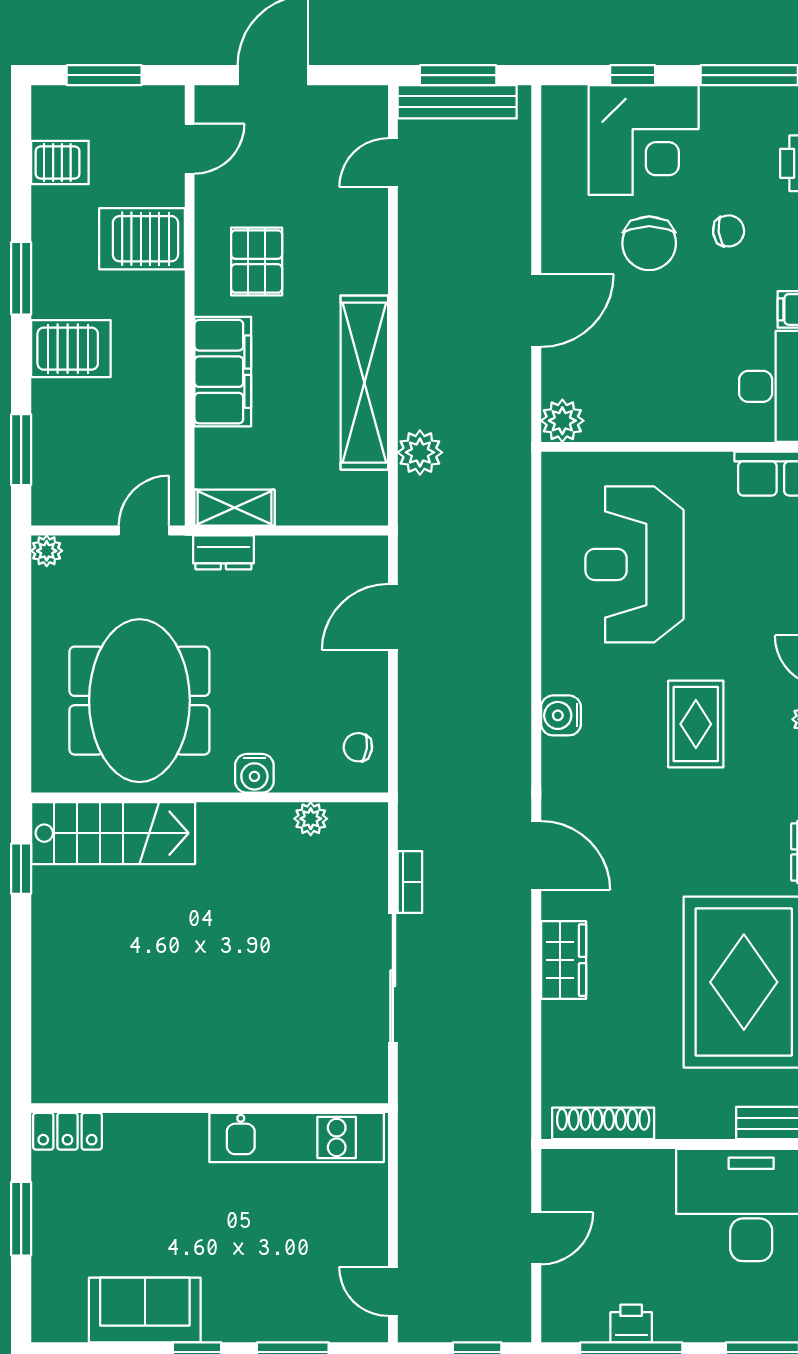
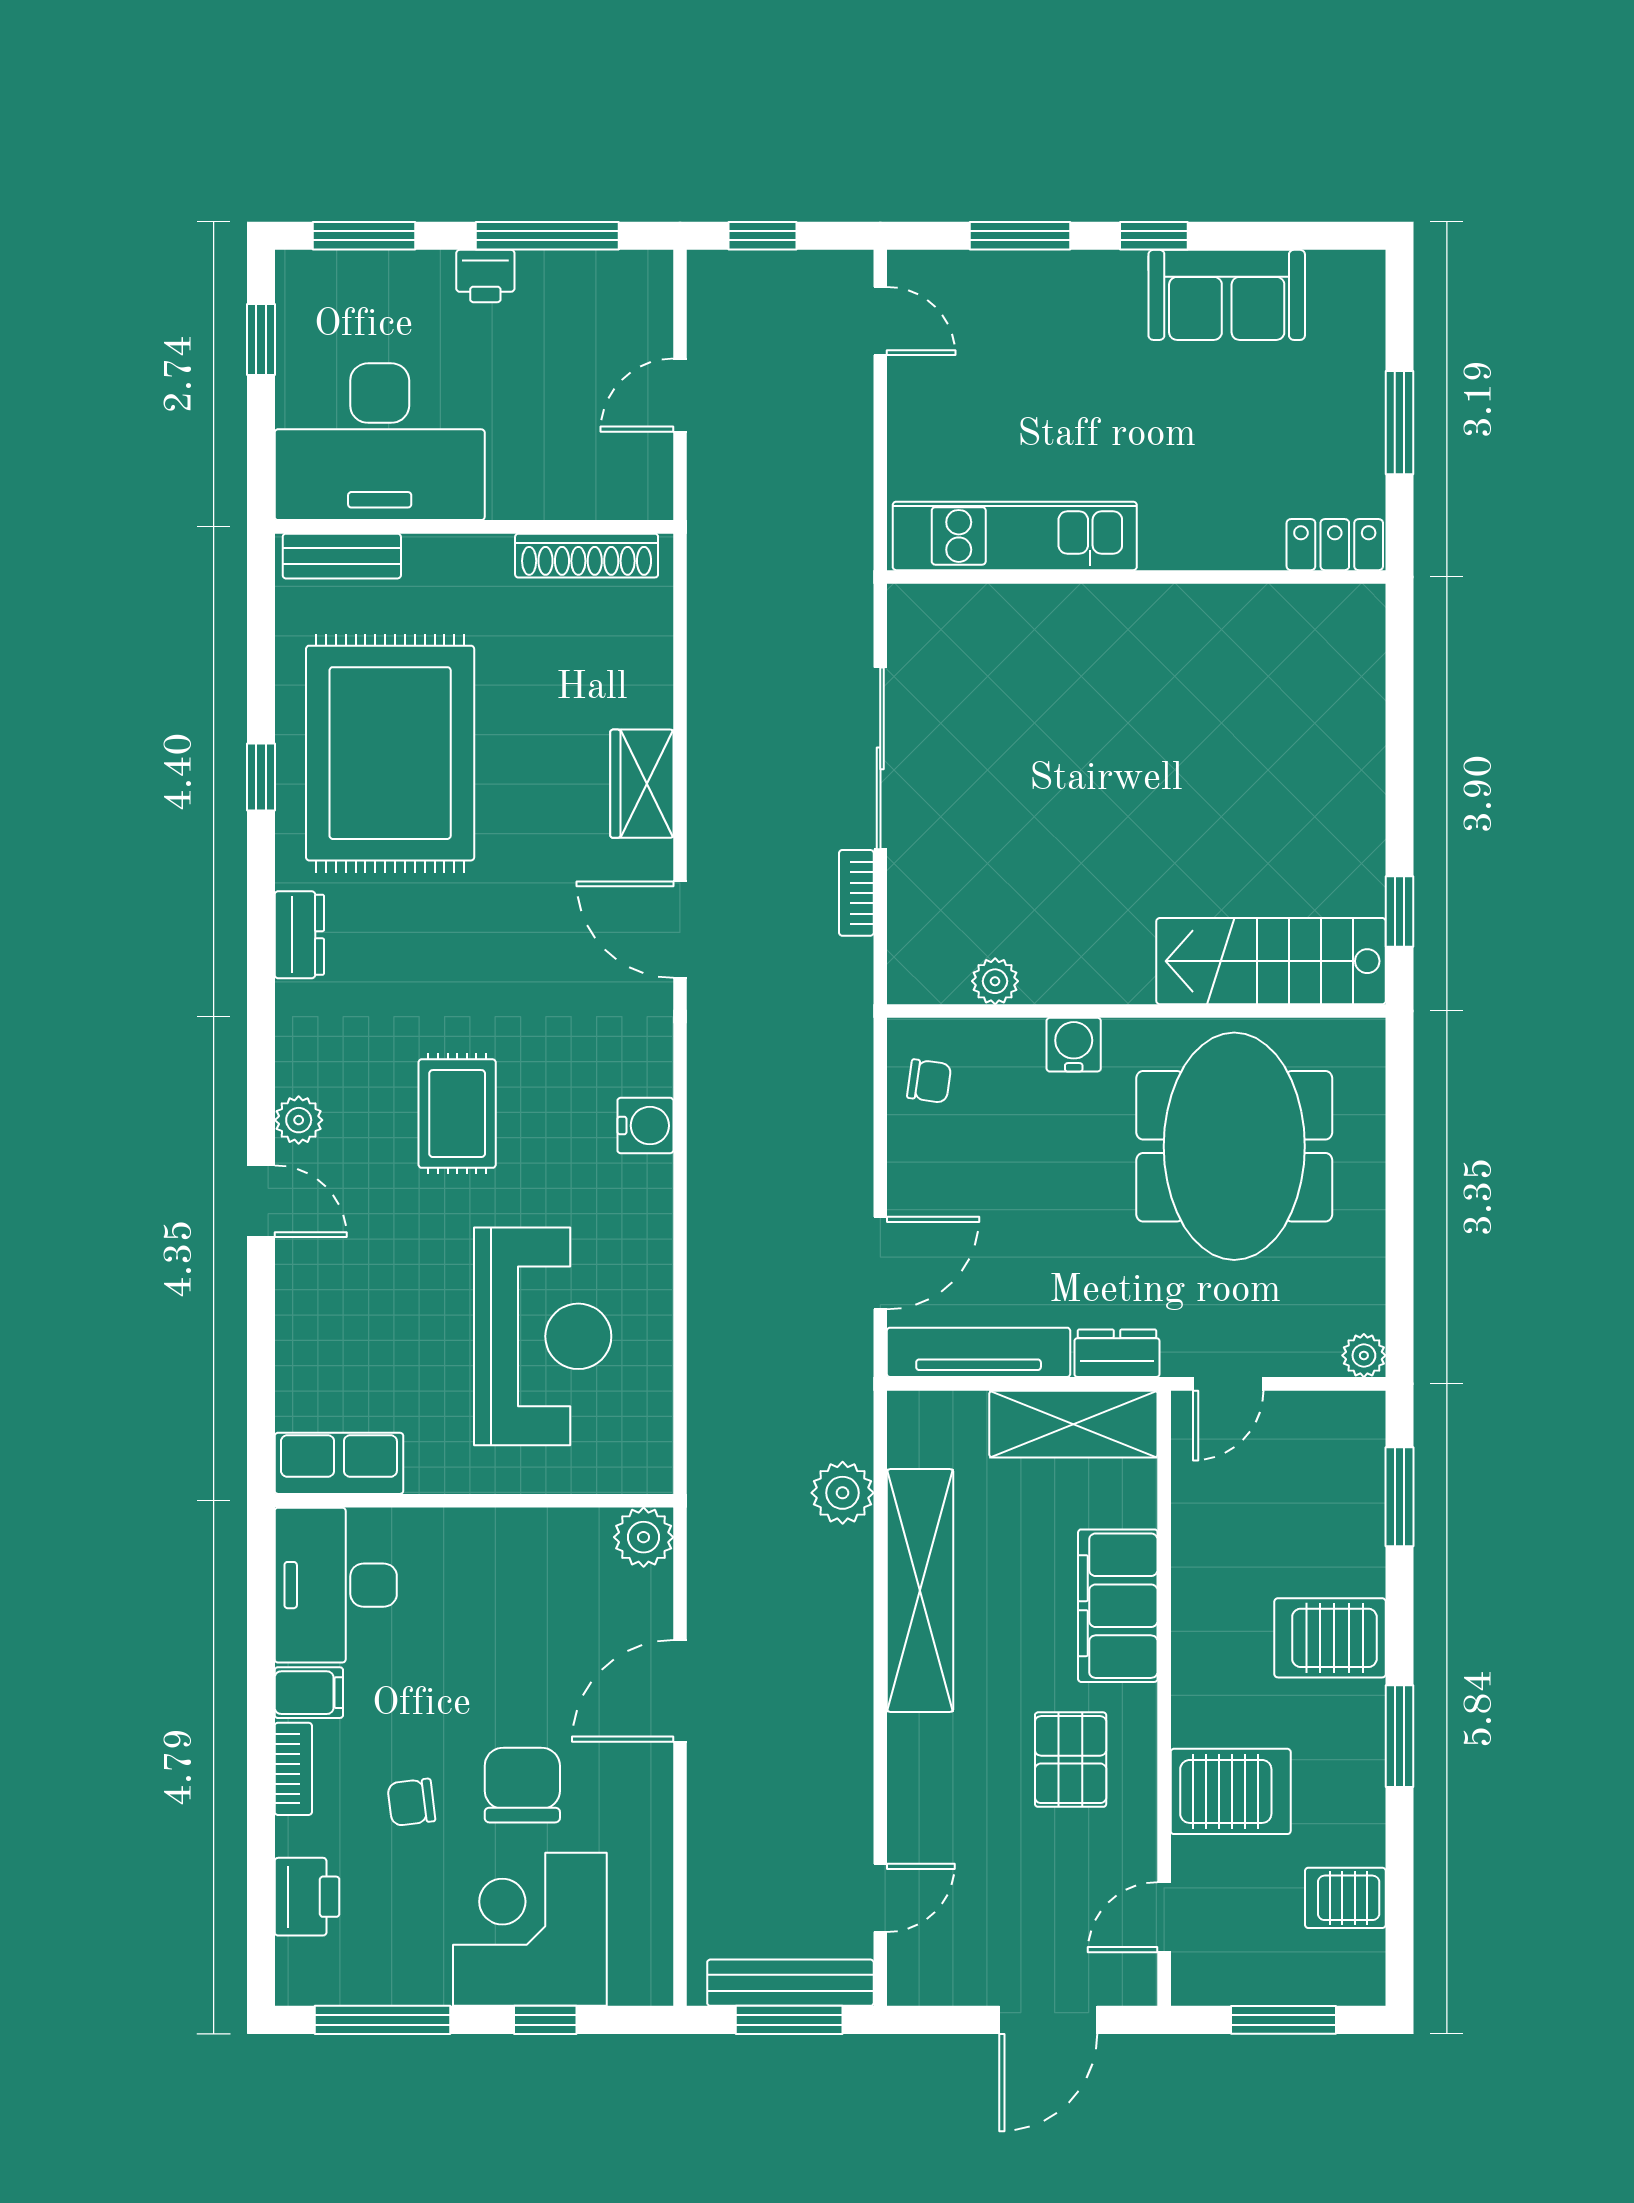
shelving: (235, 508) -> (1073, 1424), width x1.50, depth x1.33
tv unit: (323, 553) -> (979, 1352), added
printer: (631, 1324) -> (485, 276), moved

